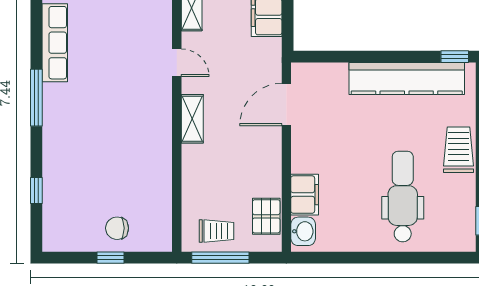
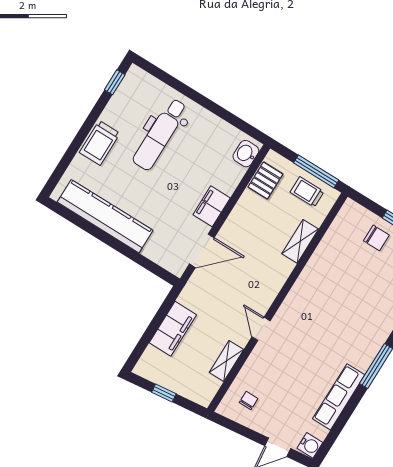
window: (455, 57) -> (61, 210), removed
shelving: (192, 119) -> (300, 241), moved
filing cabinet: (305, 195) -> (212, 206), moved

